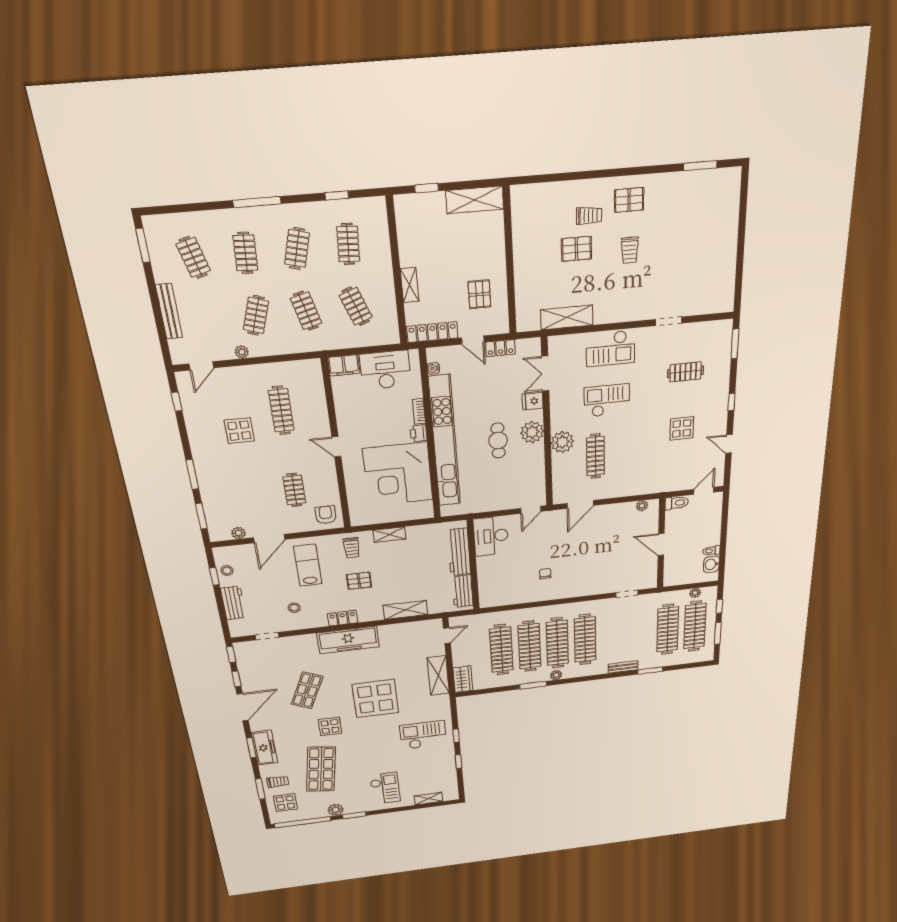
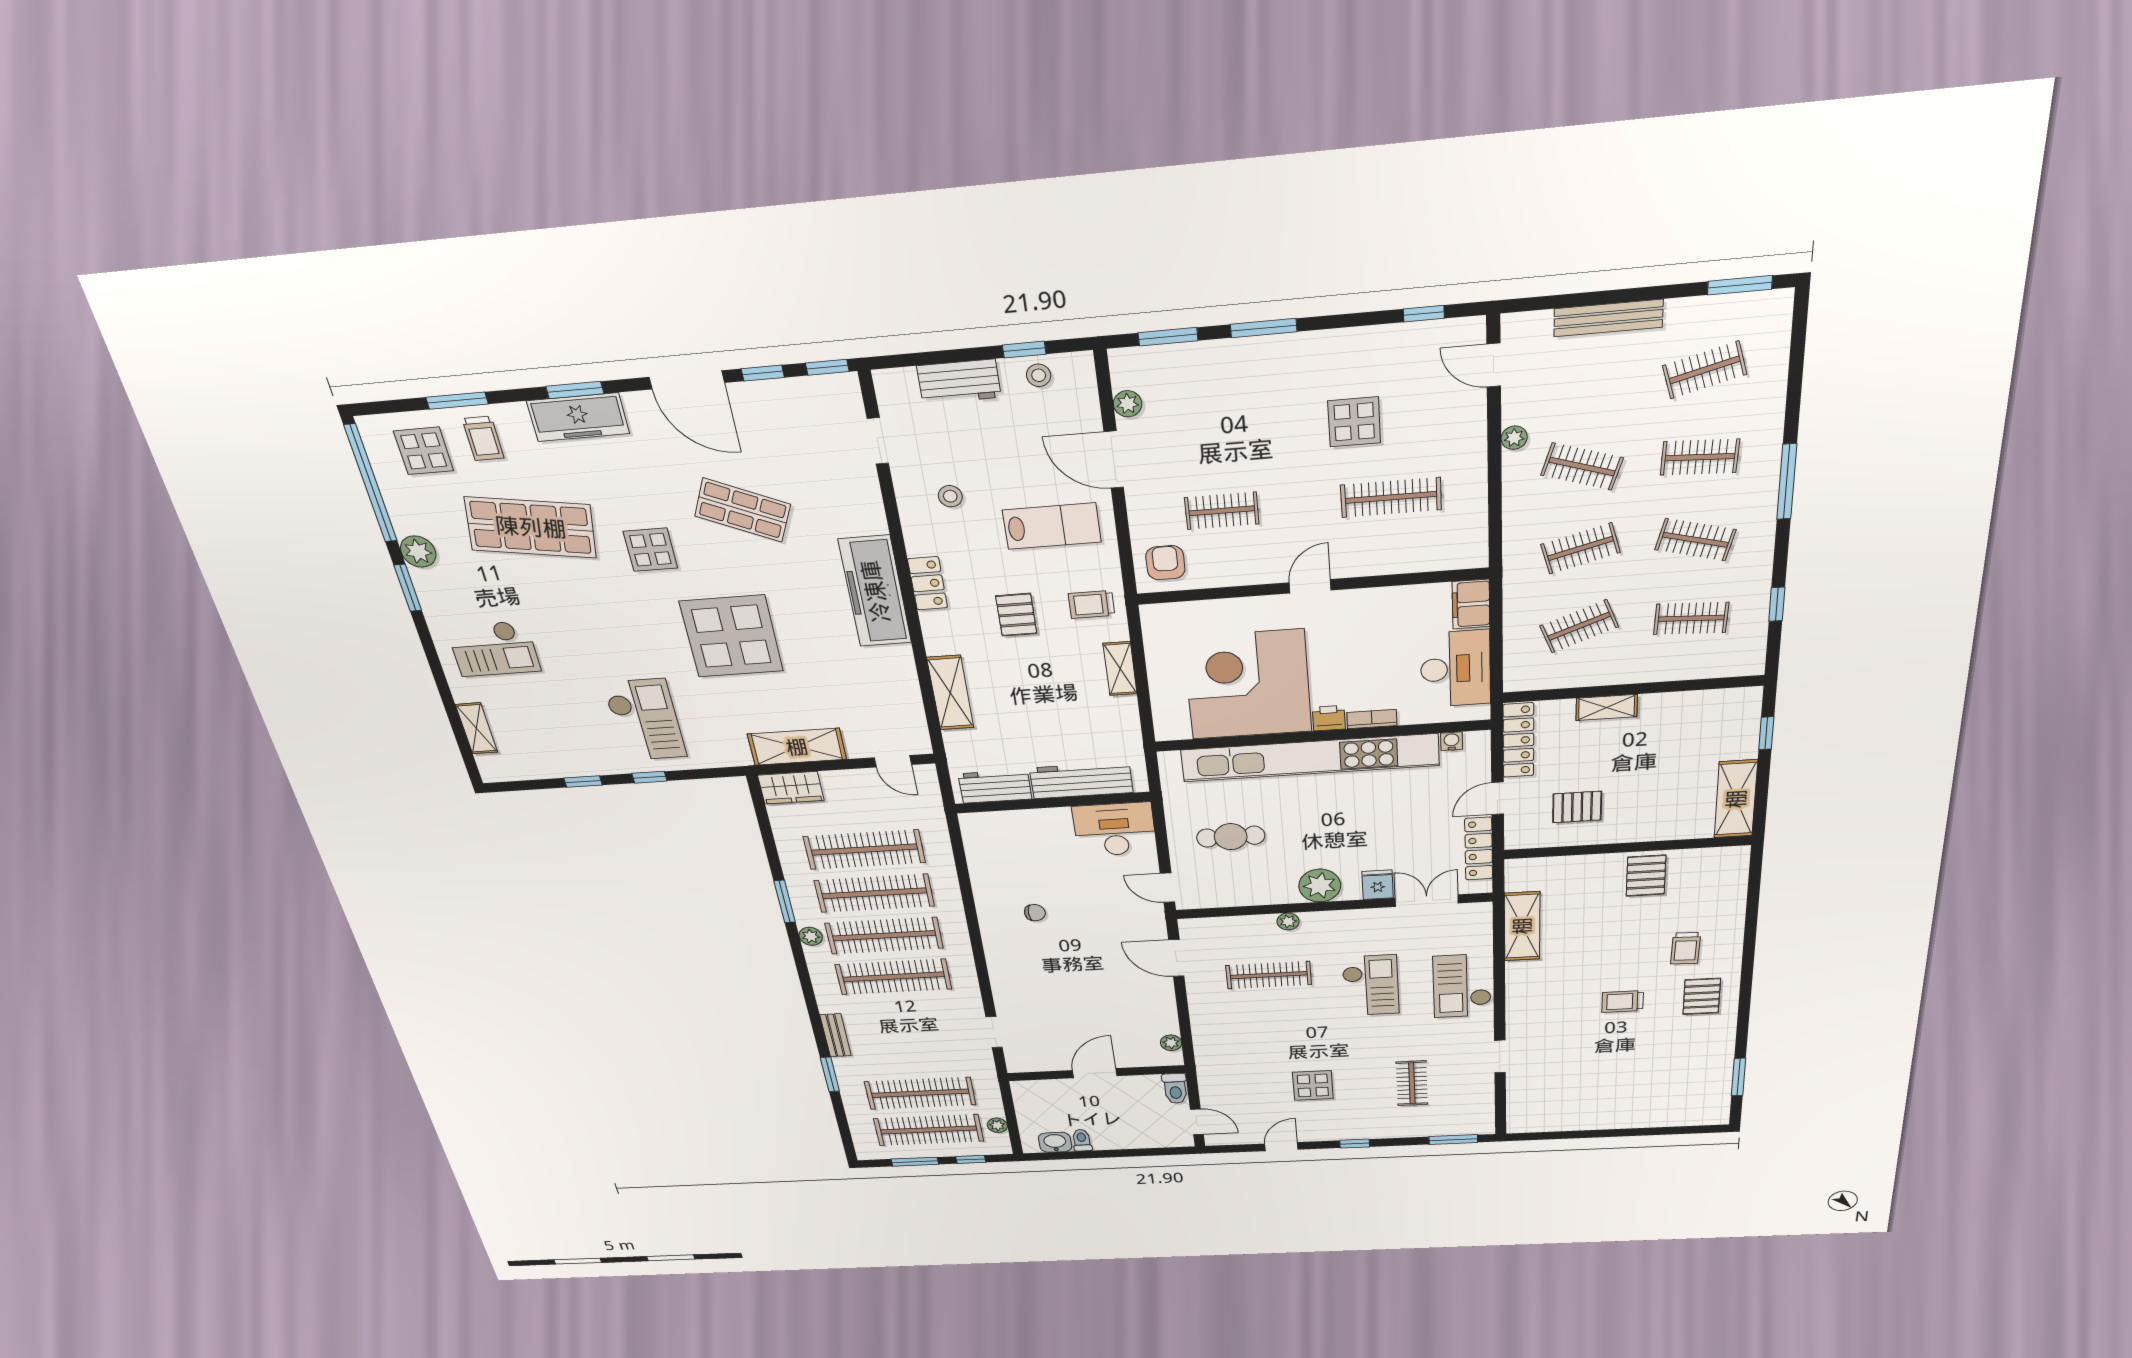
pallet: (576, 249) -> (1646, 876), moved
locker: (500, 348) -> (1479, 849), width x1.53
cafe table: (498, 441) -> (1231, 837), moved
plant: (562, 442) -> (1288, 921), width x0.53, depth x0.53
armchair: (326, 515) -> (1165, 563), turned -90

